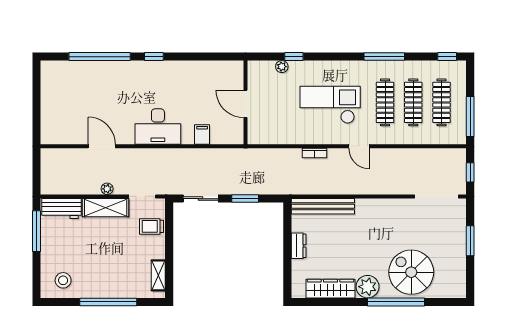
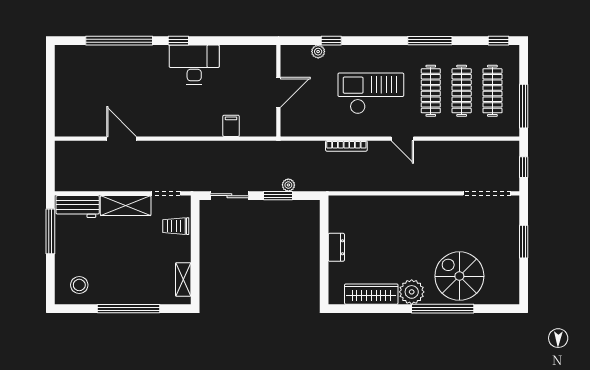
door: (245, 104) -> (278, 92), swing flipped
desk: (158, 127) -> (194, 64), moved, turned 180
bookcase: (315, 153) -> (346, 146), width x1.56
plant: (107, 189) -> (288, 185), moved
bench: (323, 206) -> (363, 204), removed

